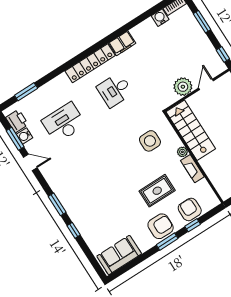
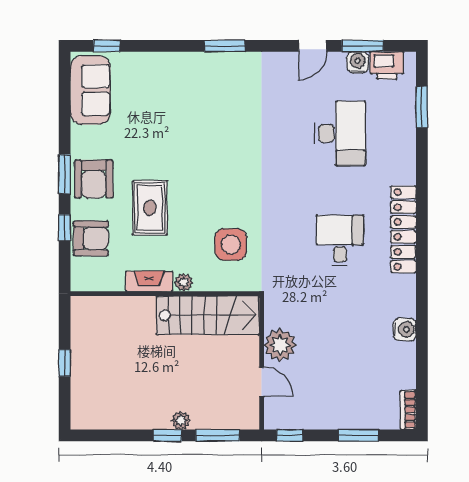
water cooler: (160, 18) -> (405, 329), moved
filing cabinet: (122, 43) -> (403, 296), removed
window: (74, 230) -> (107, 46), moved

